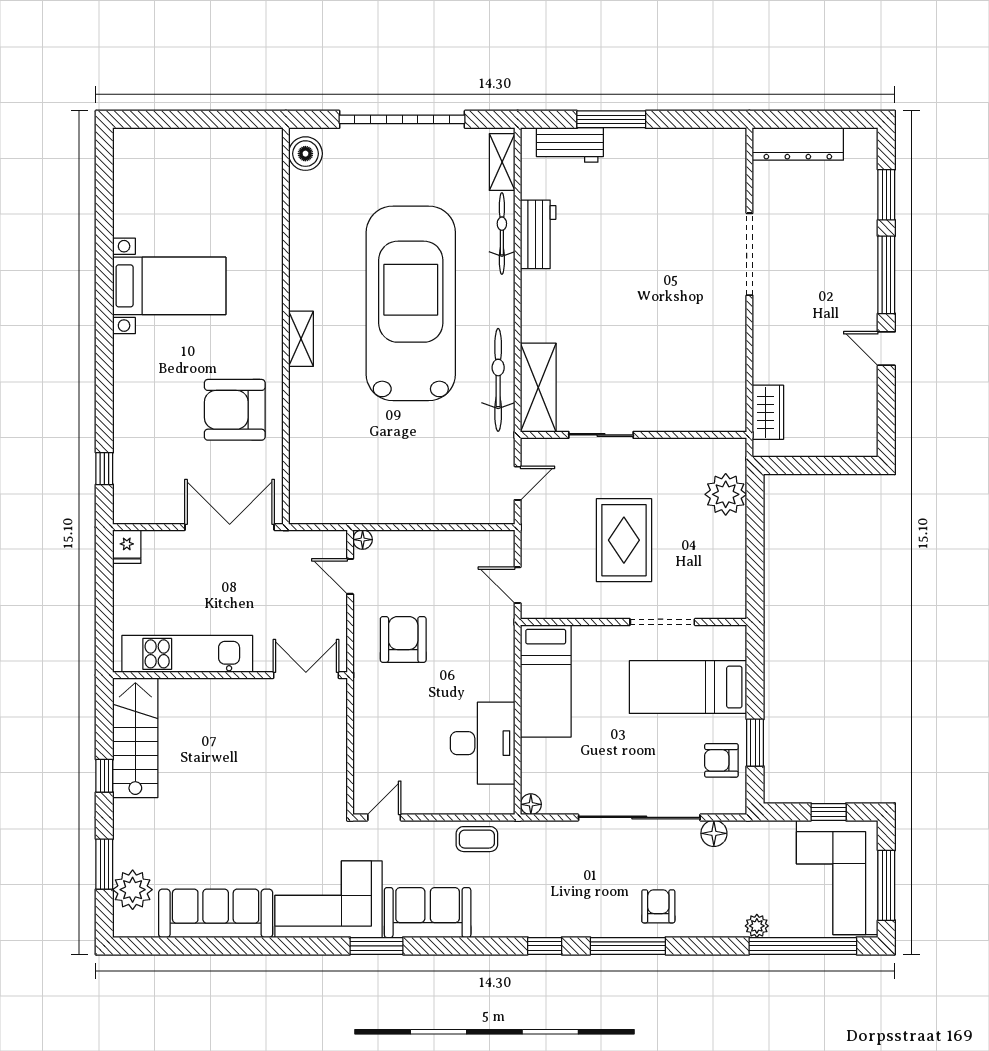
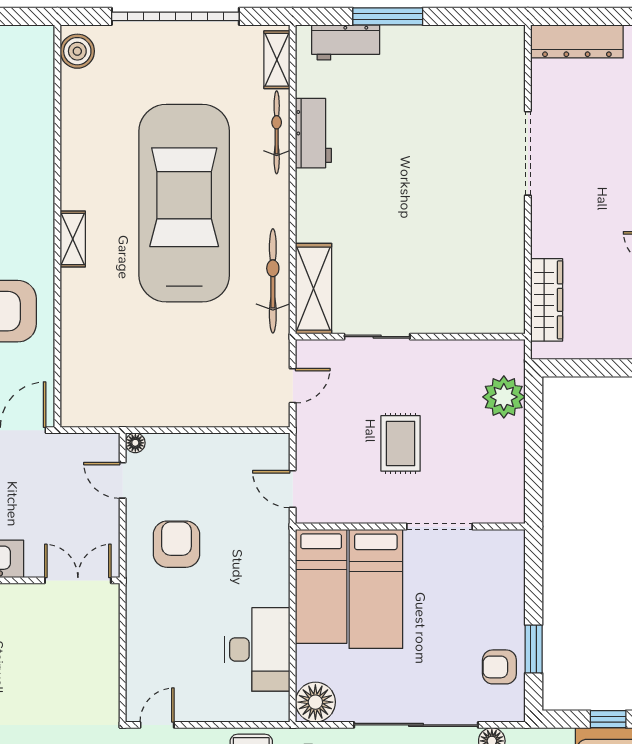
wardrobe: (768, 412) -> (547, 300), width x1.50
rug: (624, 540) -> (401, 443), width x0.73, depth x0.70
bed: (688, 687) -> (376, 589), moved, turned -90
floor lamp: (531, 804) -> (315, 702), width x1.89, depth x1.89

